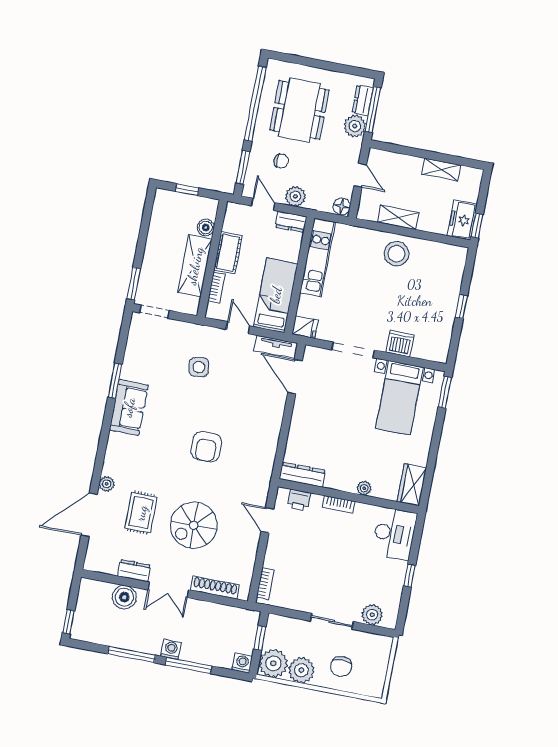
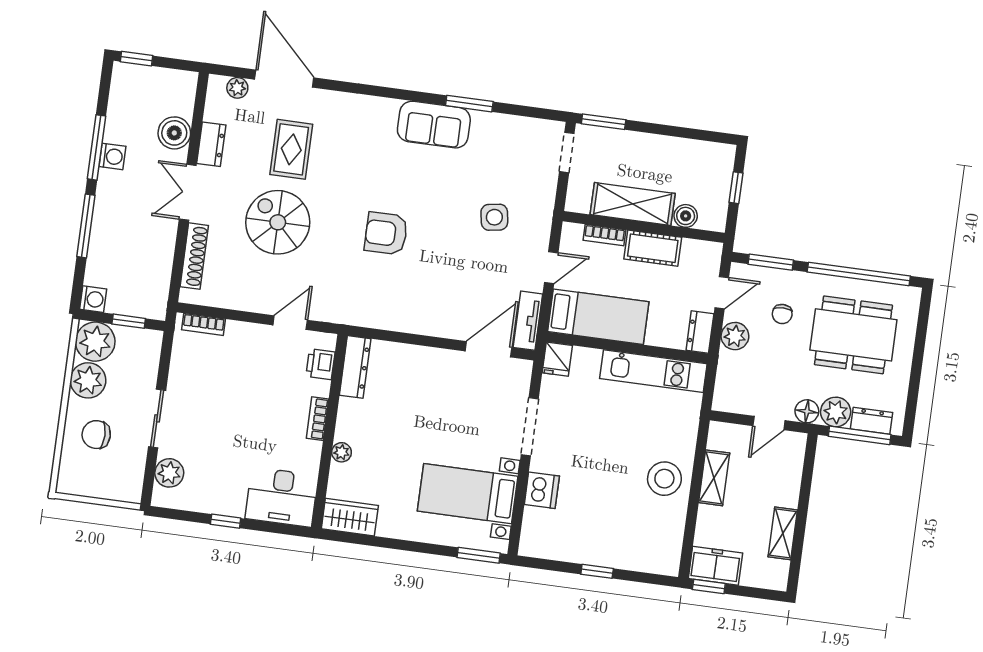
floor lamp: (342, 206) -> (807, 411), moved
plant: (107, 484) -> (237, 88), moved
rug: (141, 513) -> (291, 149), turned 90
washing machine: (171, 649) -> (112, 156), moved

